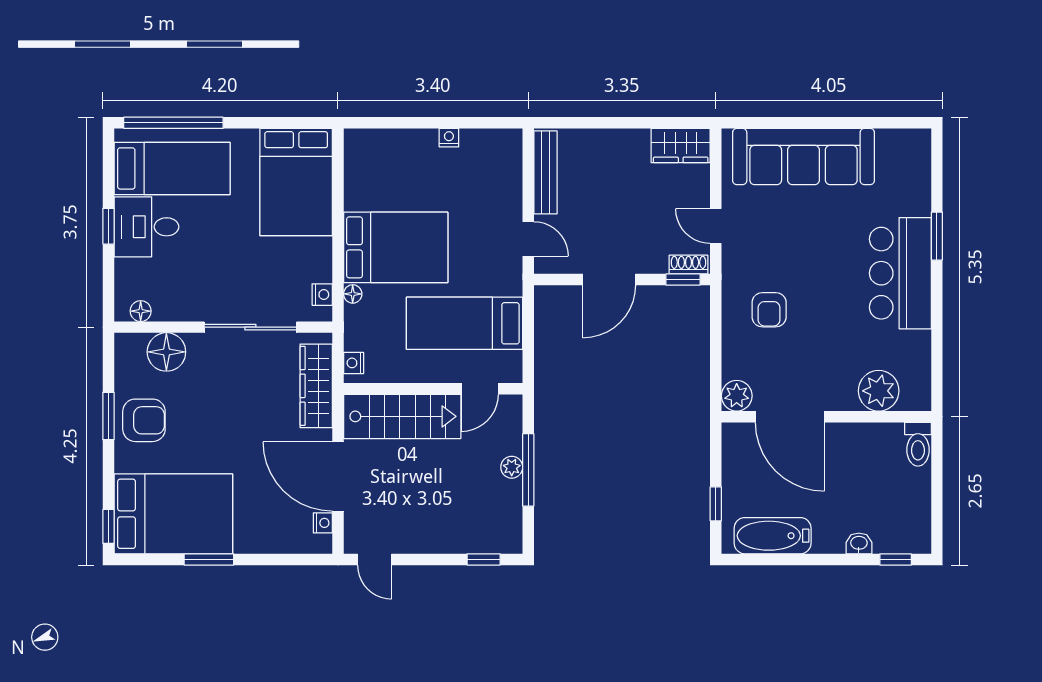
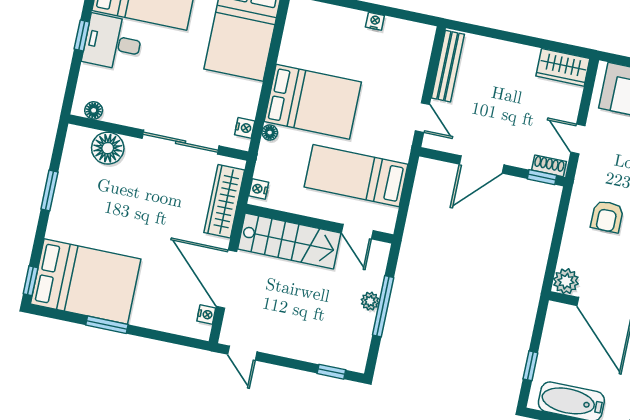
door: (480, 389) -> (357, 232), hinge flipped
armchair: (144, 420) -> (78, 200), removed

